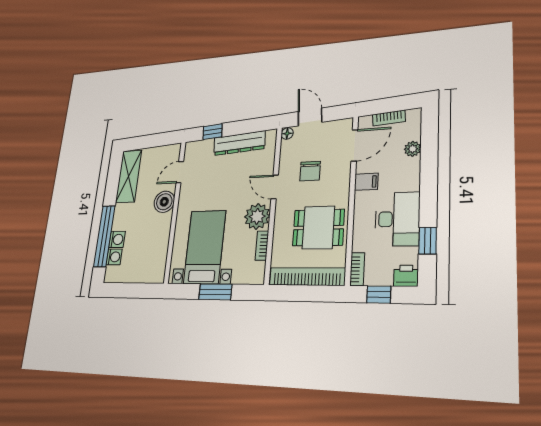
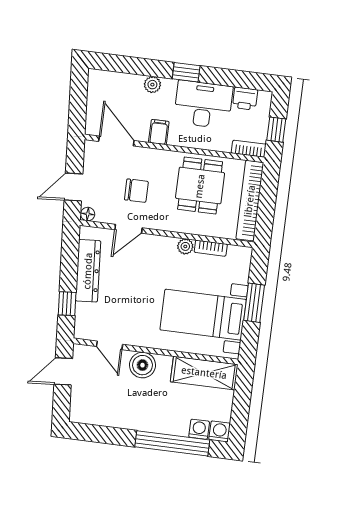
bookcase: (389, 118) -> (93, 102), removed
door: (160, 140) -> (63, 371), added
plant: (413, 149) -> (152, 85), moved
shelving: (129, 176) -> (204, 373), moved
door: (275, 187) -> (128, 229), moved
plant: (257, 216) -> (185, 246), width x0.53, depth x0.53
washing machine: (117, 239) -> (220, 431), moved
window: (428, 241) -> (186, 72), moved
printer: (406, 276) -> (245, 99), moved, turned -90

